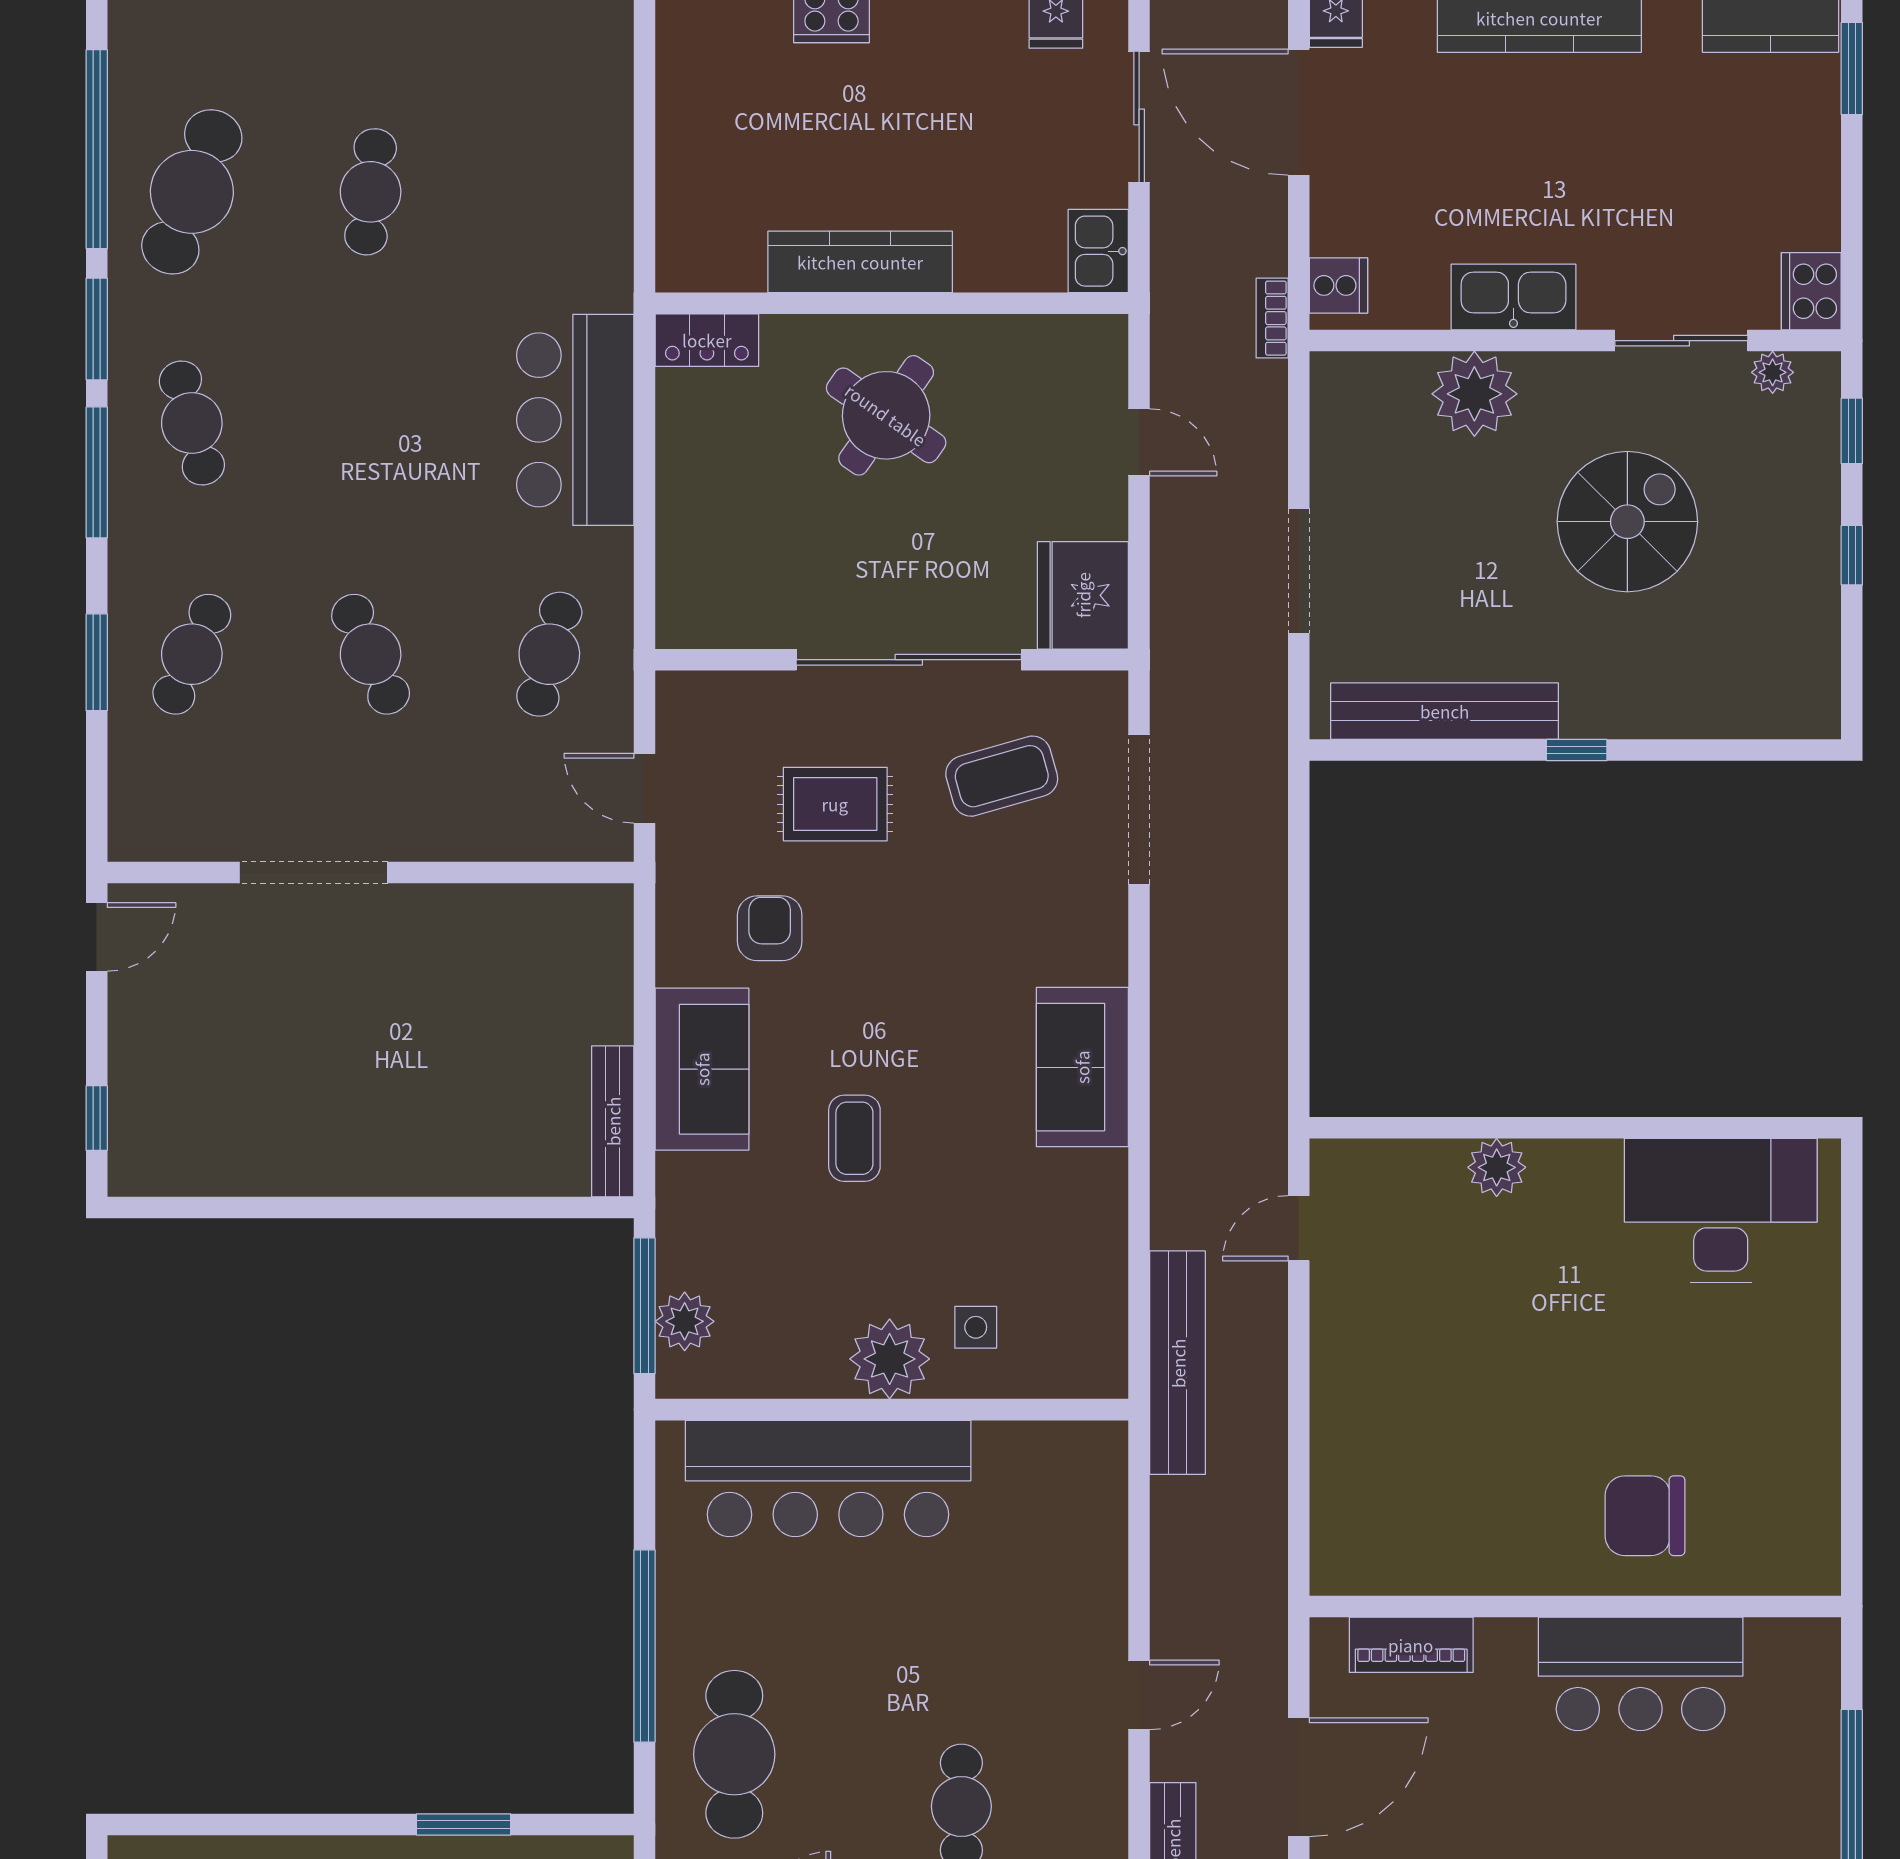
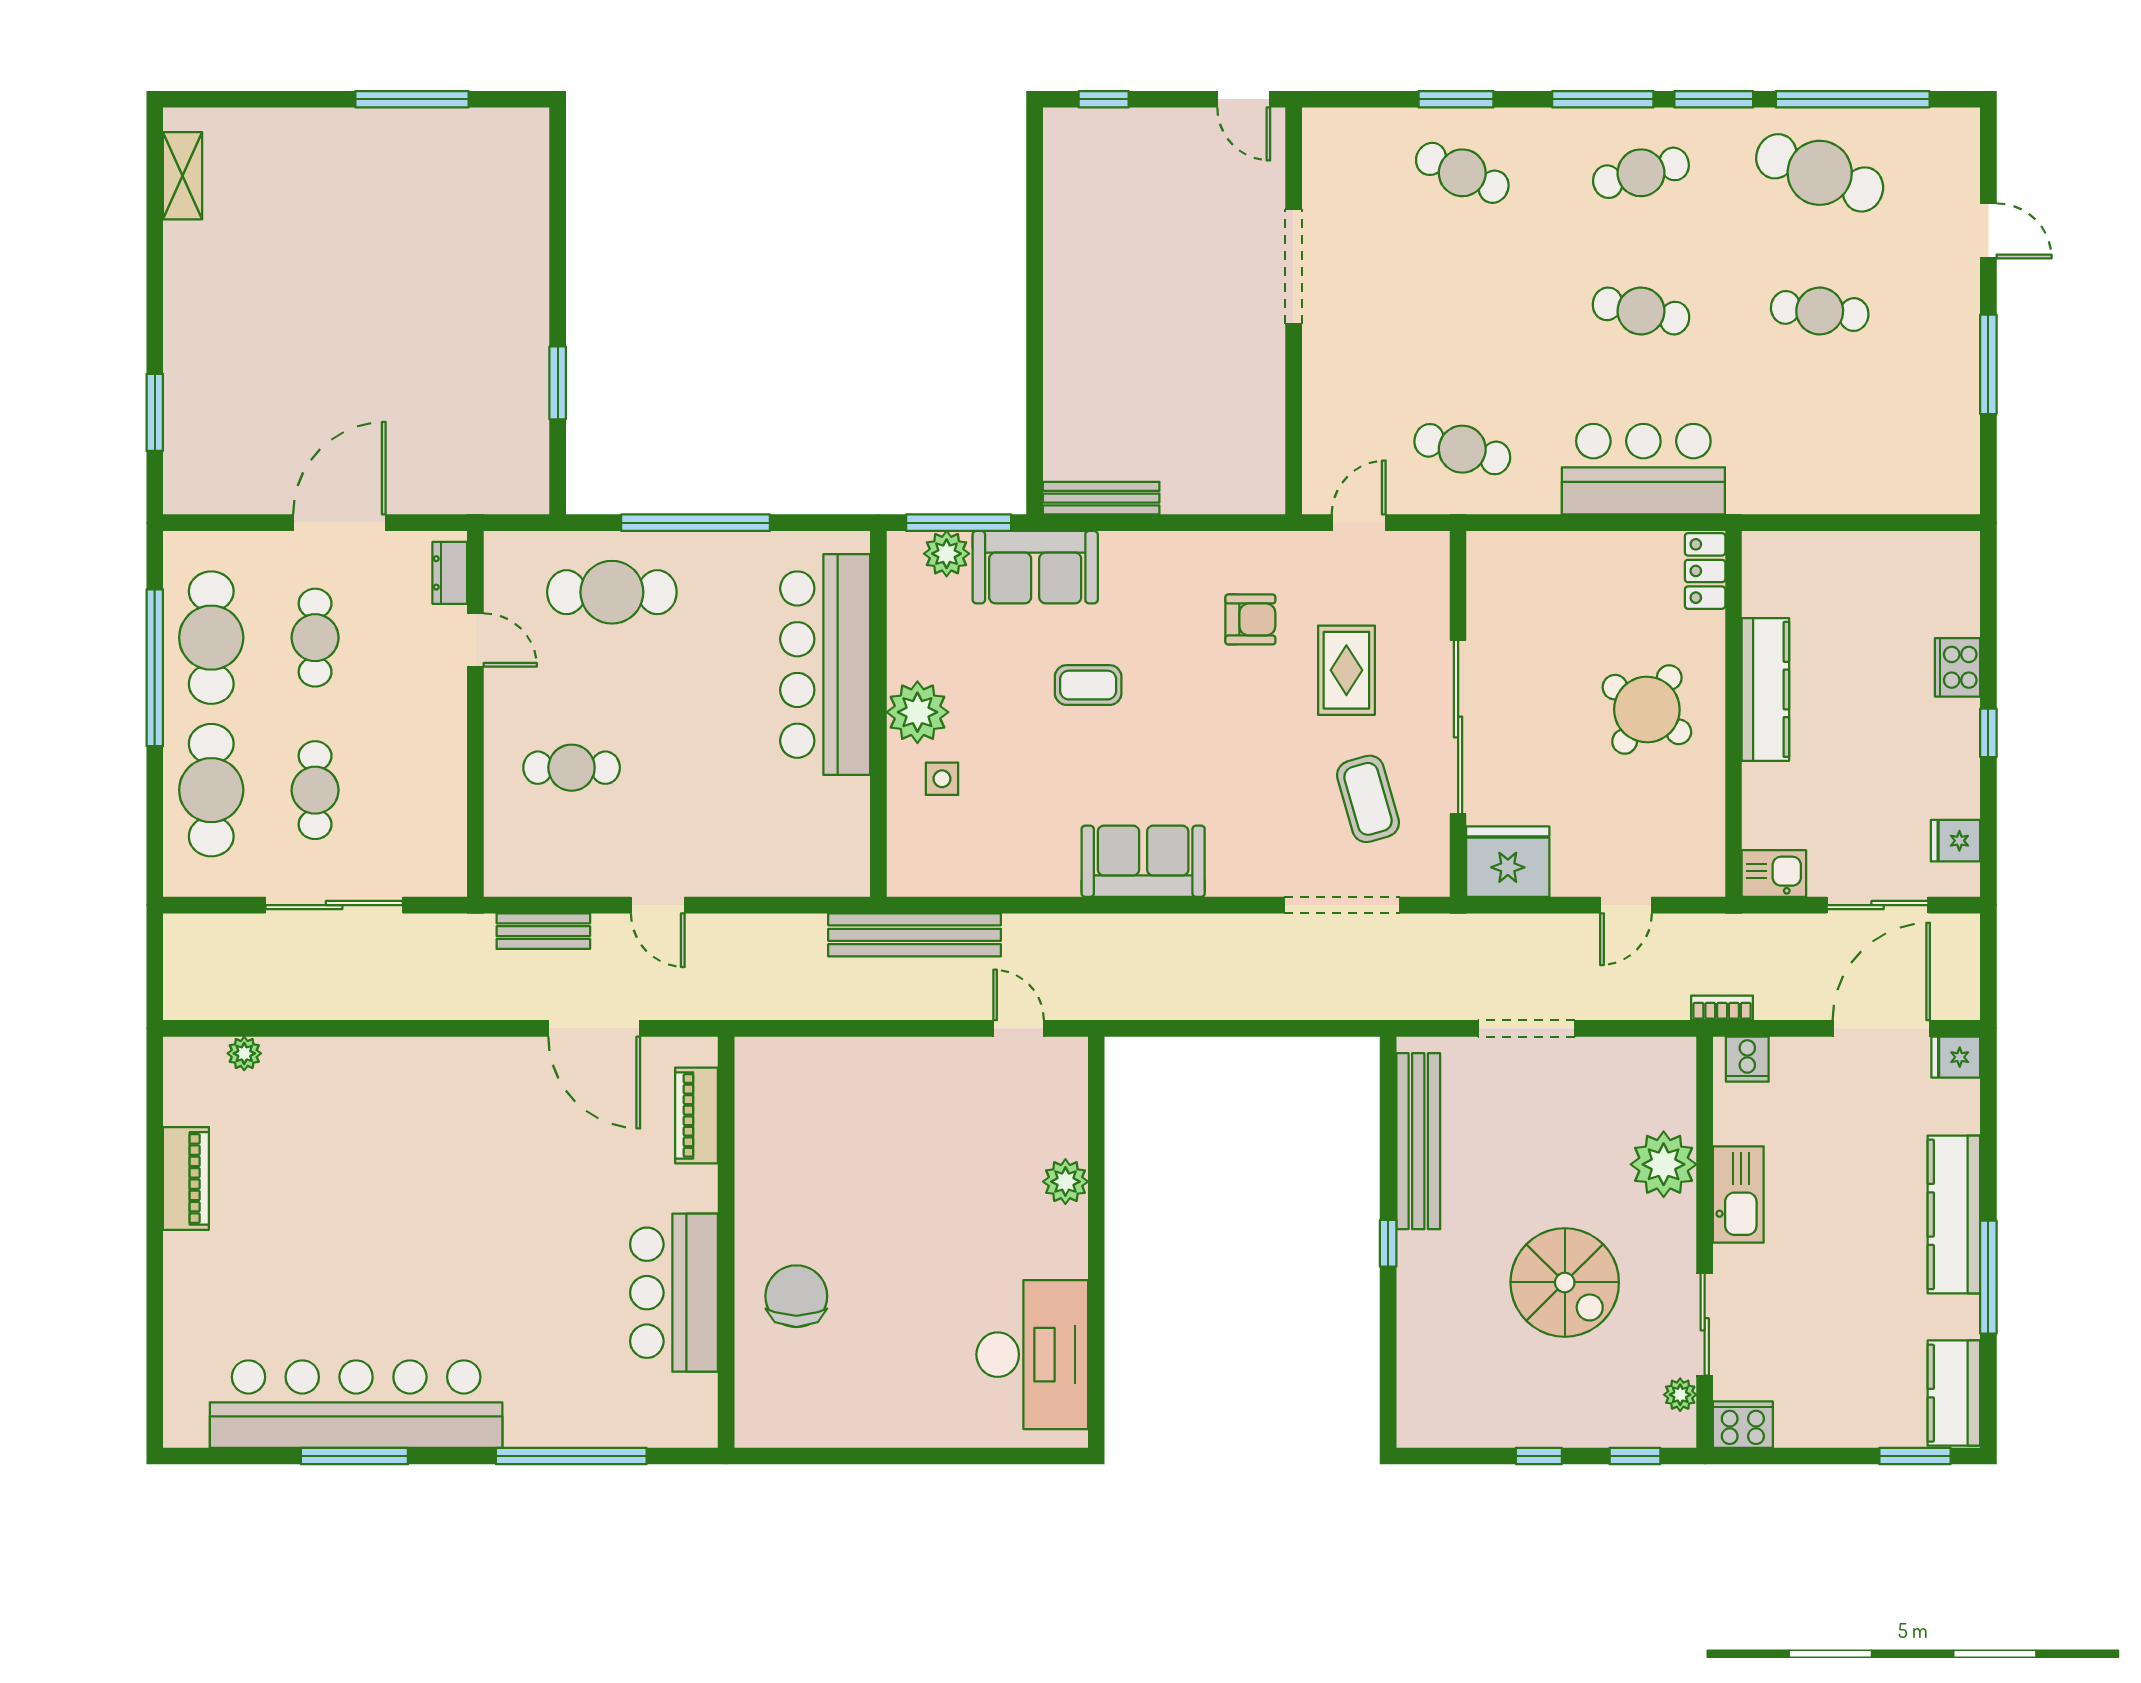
cafe table: (371, 654) -> (1641, 311), moved, turned 36
sofa: (702, 1069) -> (1035, 567), moved

